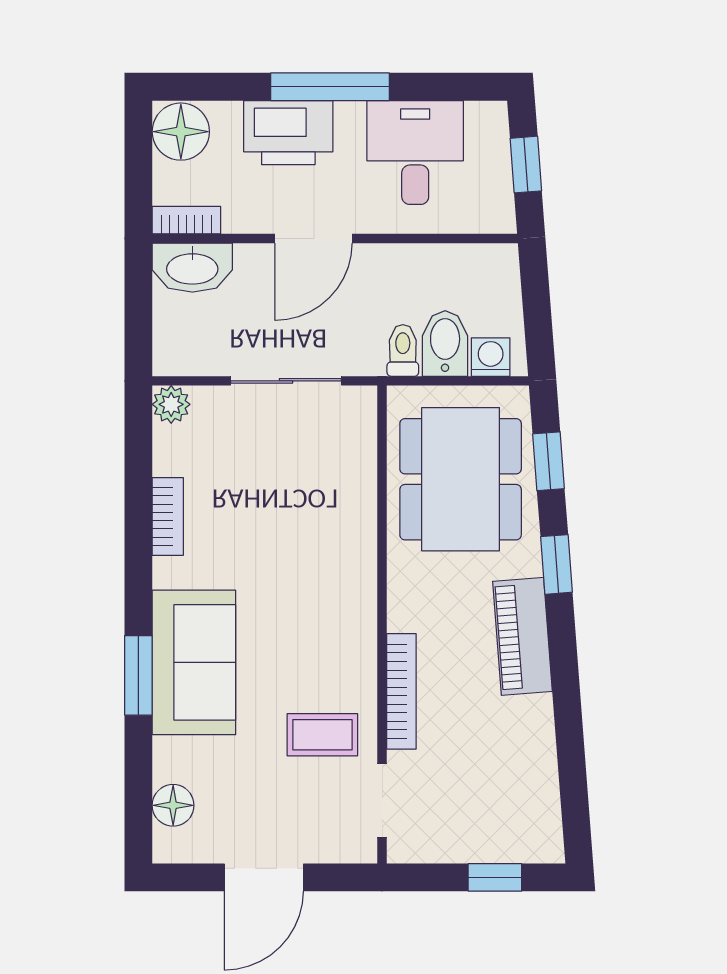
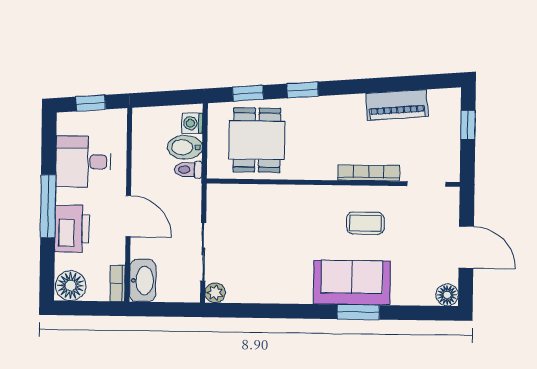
sliding door: (286, 381) -> (203, 251), moved
dining table: (461, 479) -> (257, 140), width x0.73
bookcase: (168, 516) -> (274, 295), removed
piano: (522, 636) -> (397, 105), moved
coffee table: (322, 735) -> (365, 223), moved, turned 90
floor lamp: (173, 805) -> (447, 295), moved

